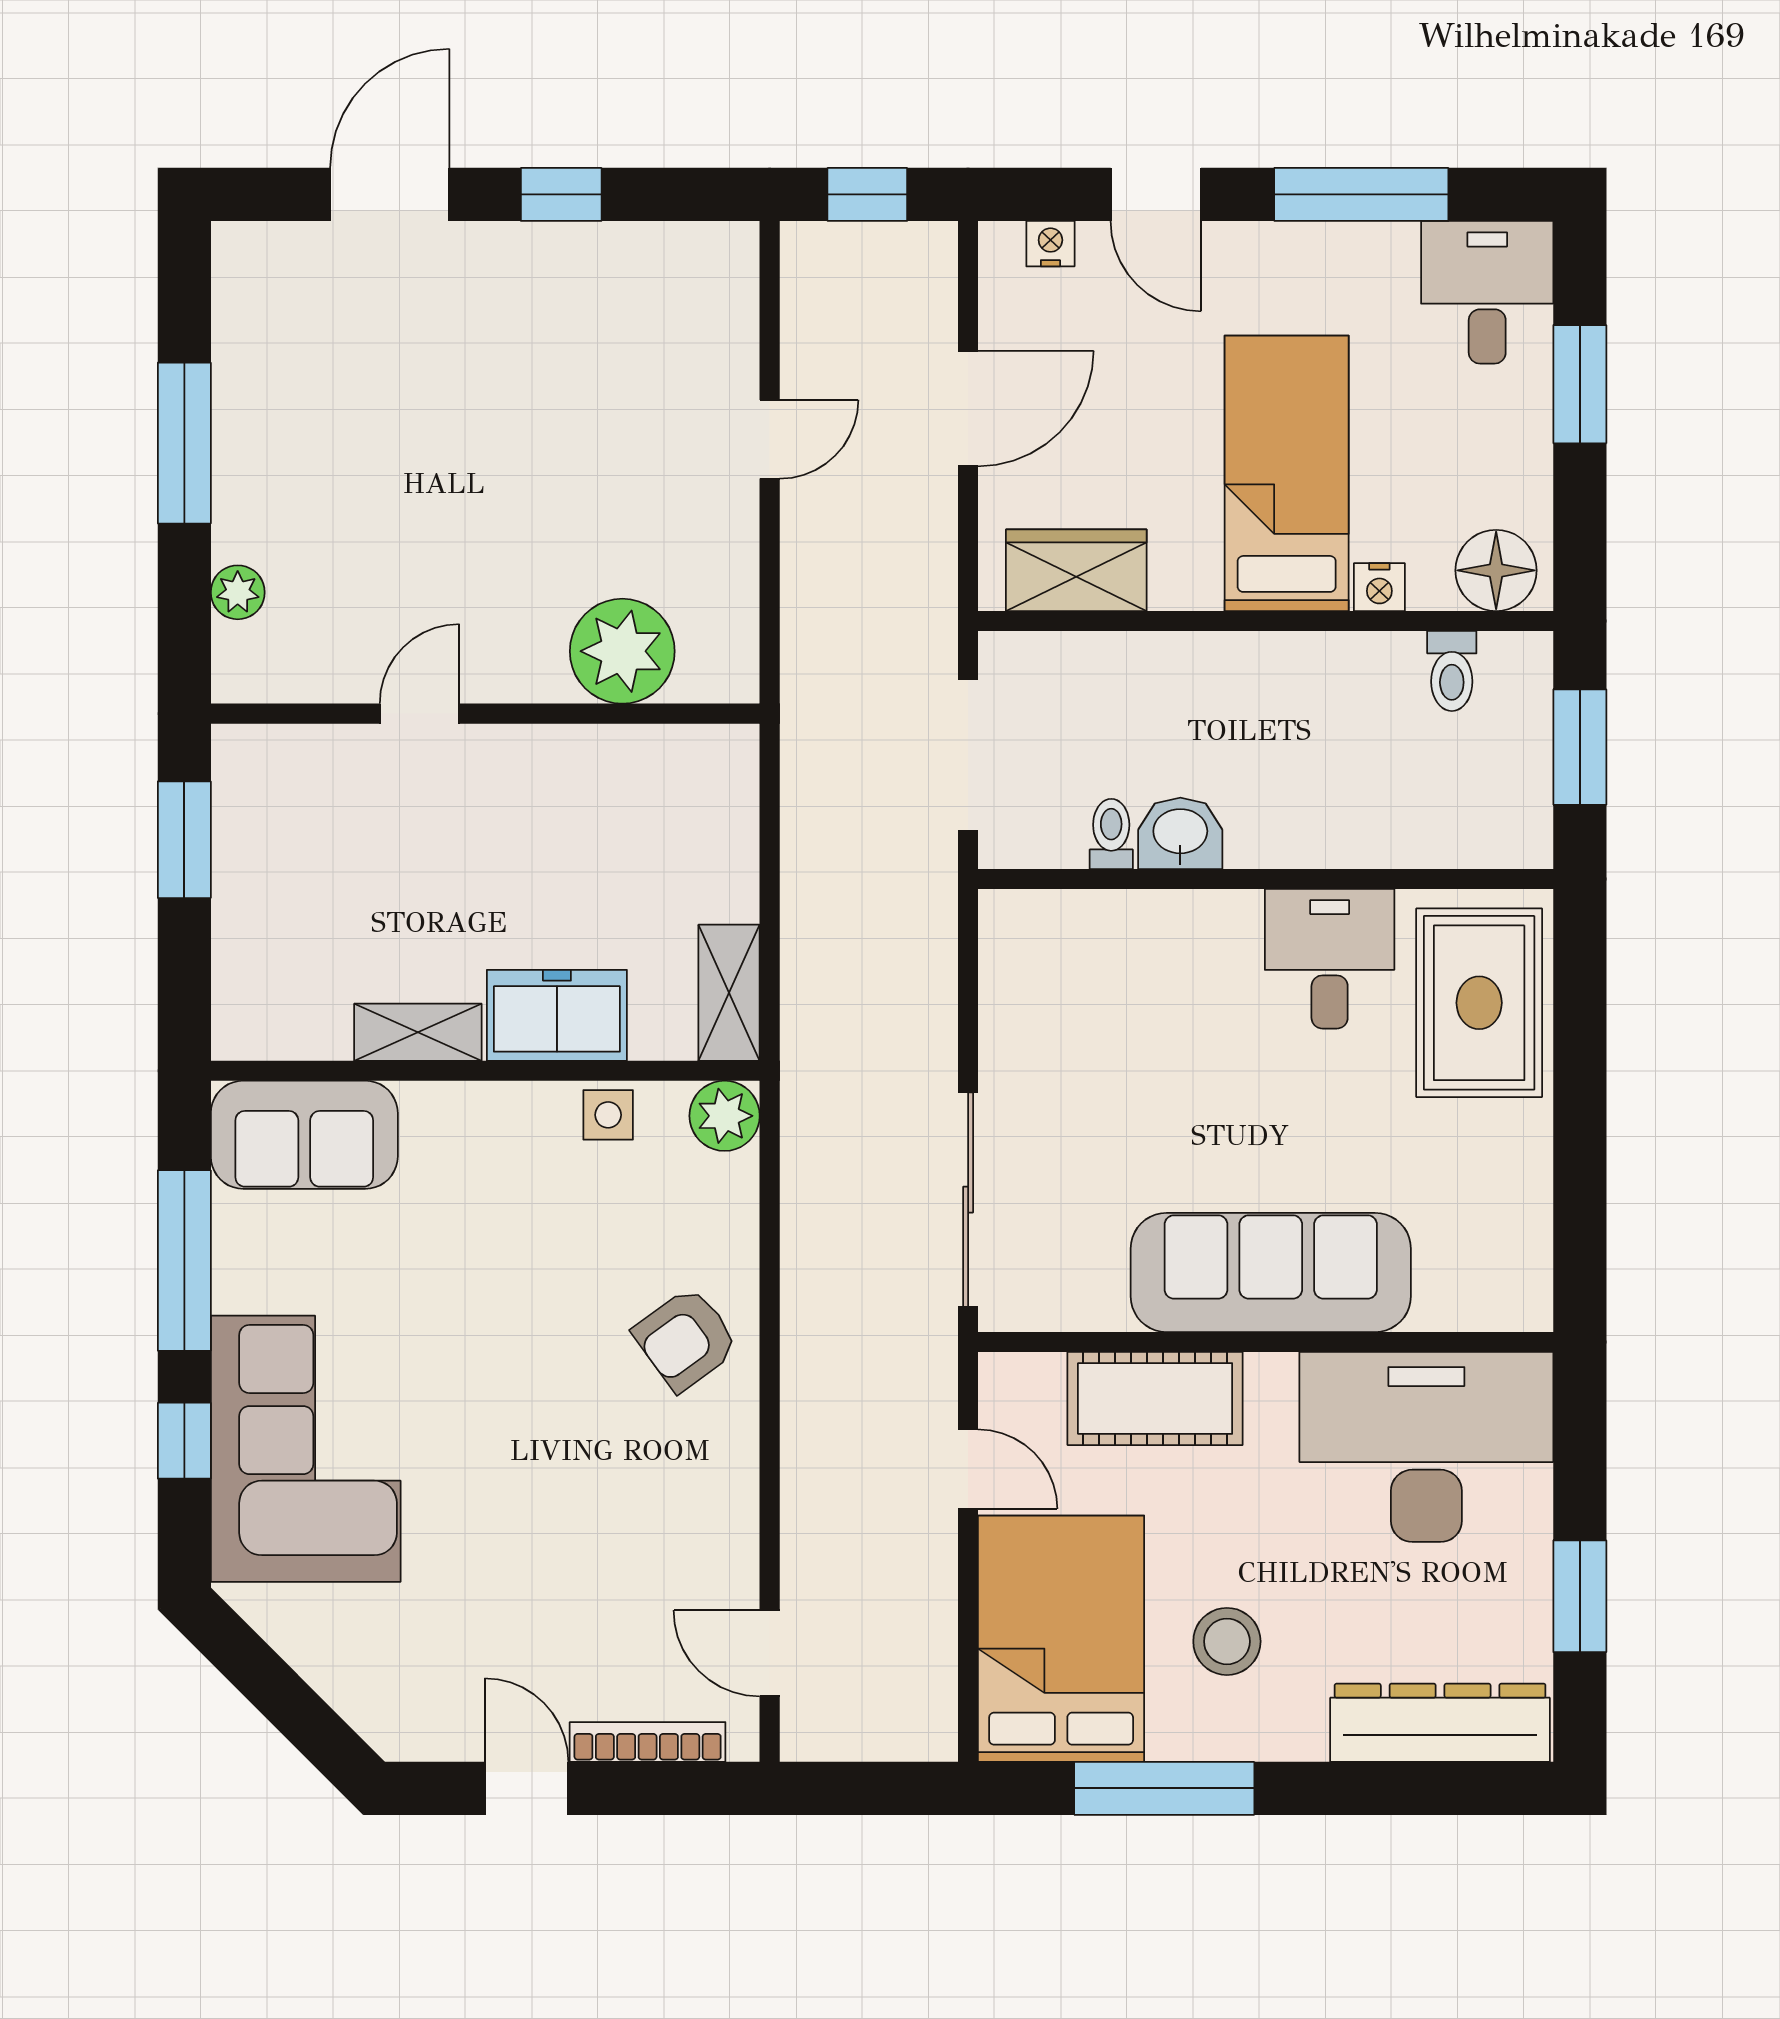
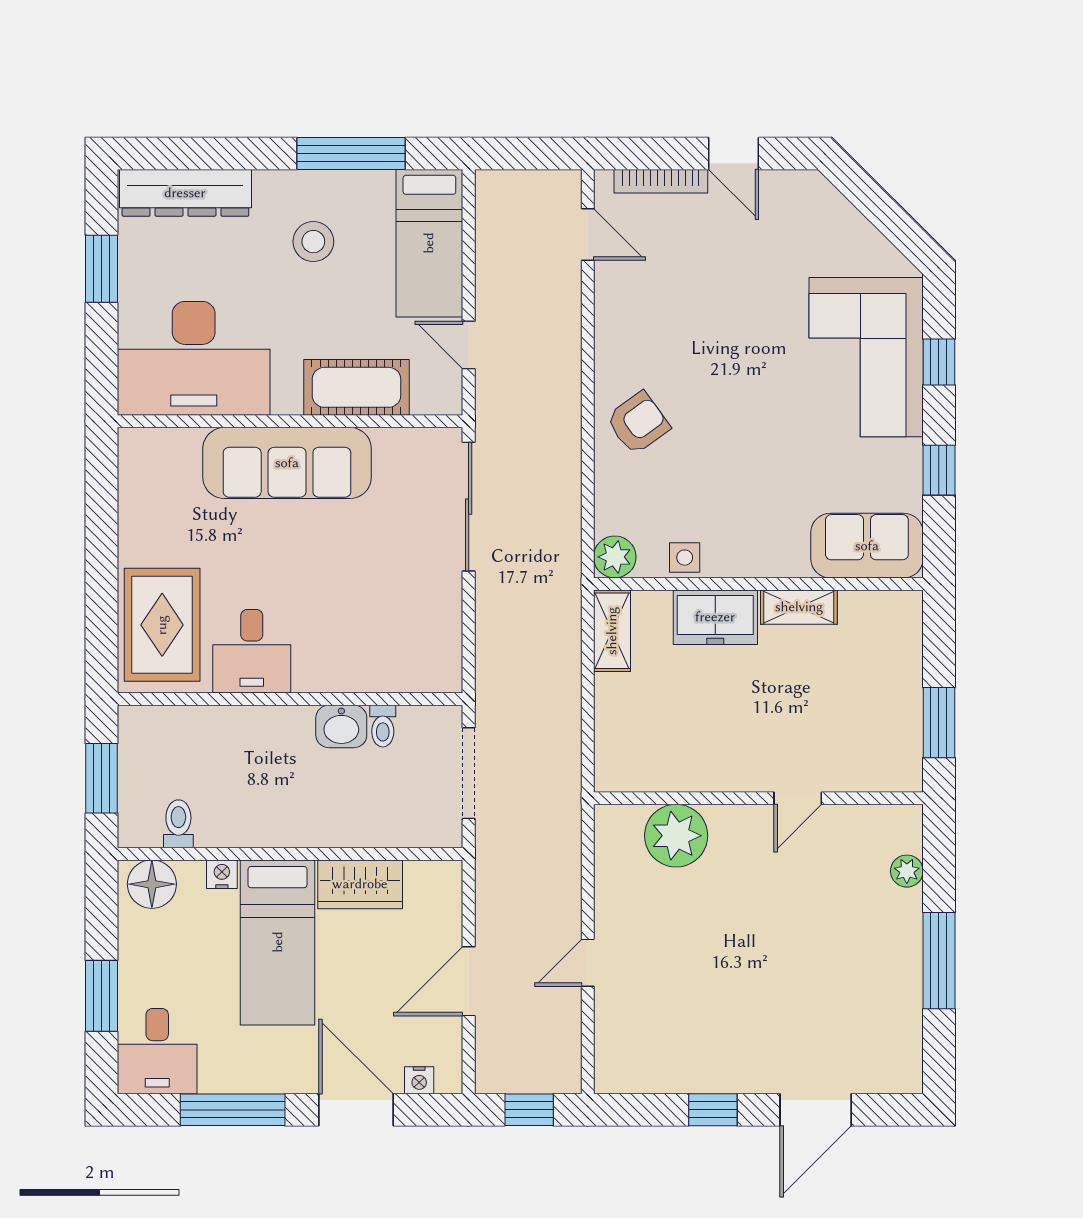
door: (1156, 194) -> (356, 1110), width x1.38
wardrobe: (1076, 570) -> (360, 884), moved
window: (184, 1261) -> (939, 470), width x0.46
bed: (1061, 1639) -> (429, 243), width x0.67

